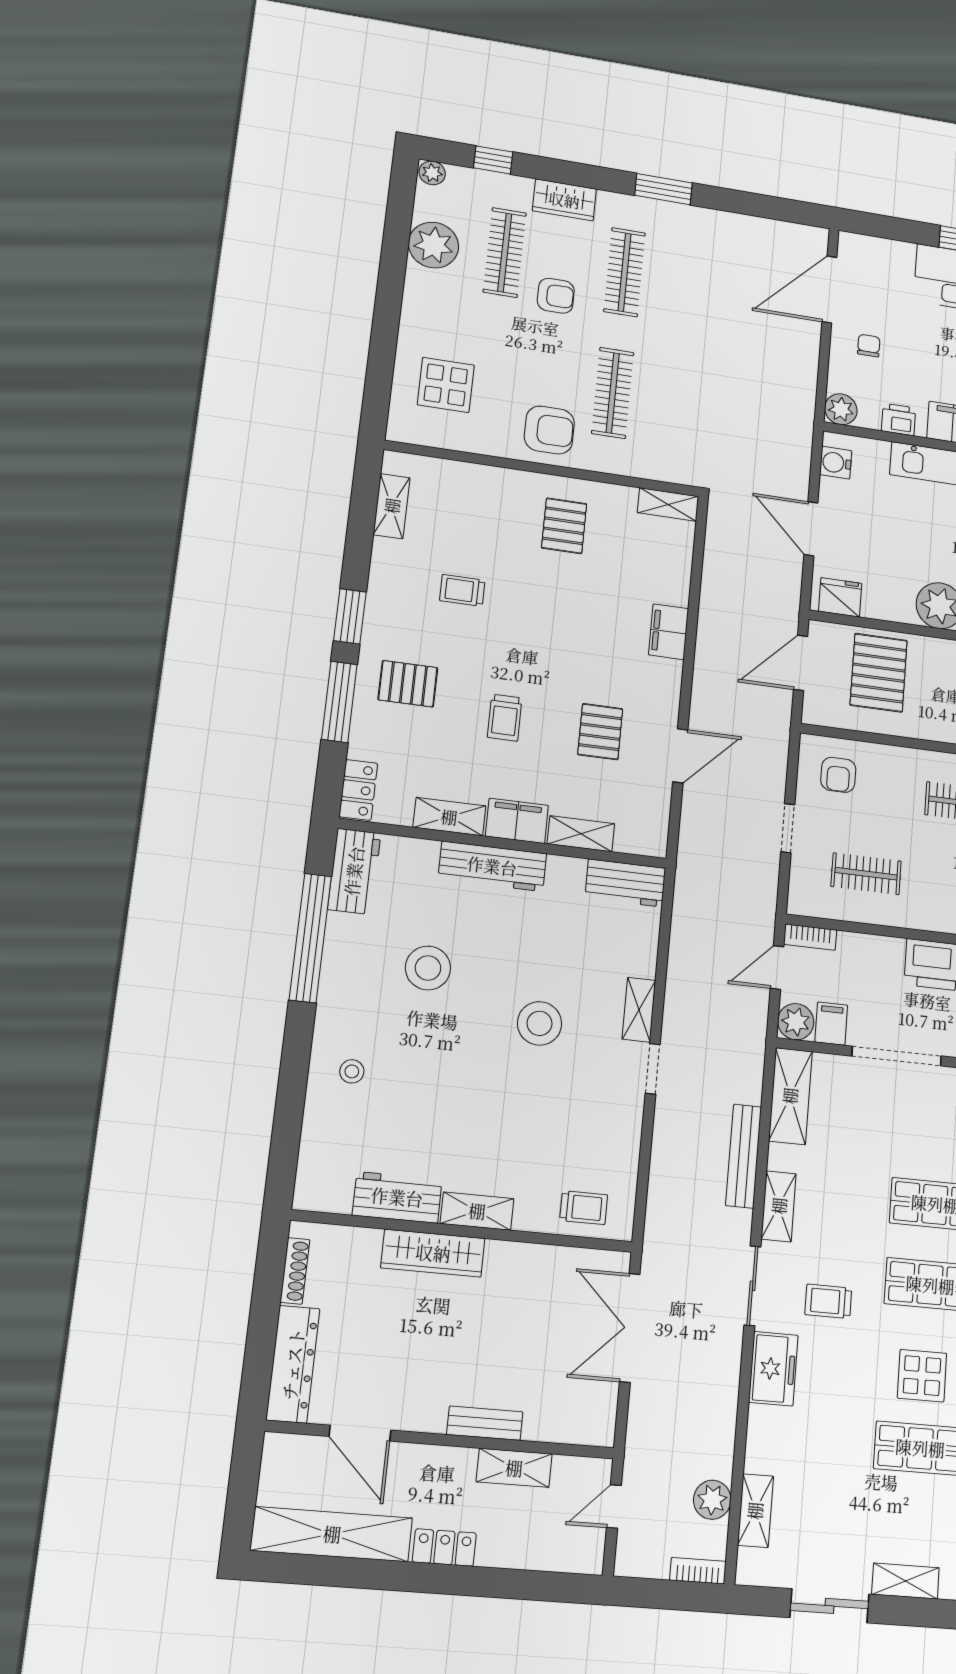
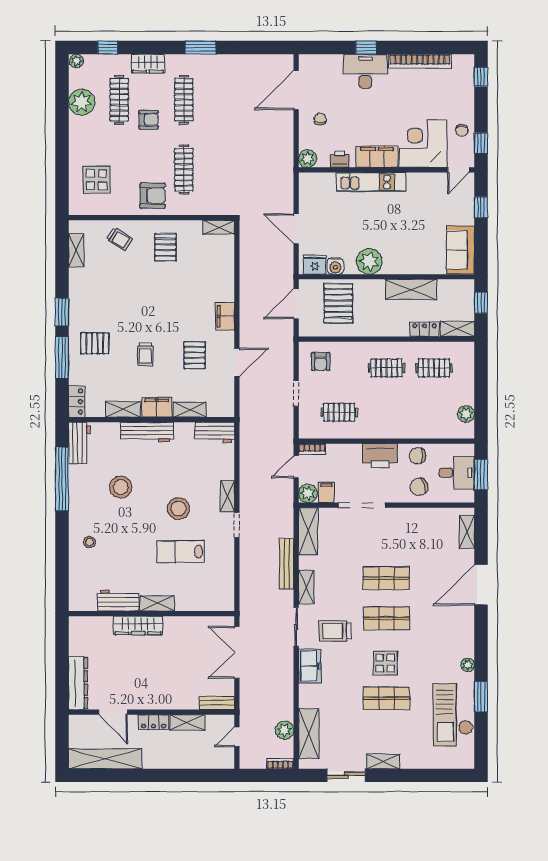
water cooler: (836, 463) -> (335, 266), moved, turned -90
trolley: (462, 590) -> (119, 239), moved, turned -148
filing cabinet: (669, 632) -> (225, 316), moved
lab bench: (535, 1110) -> (180, 552), added
trolley: (584, 1208) -> (209, 597), removed
shoe rack: (295, 1271) -> (74, 640), removed
trolley: (828, 1301) -> (335, 631), width x1.36, depth x1.39
bench: (485, 1423) -> (217, 703), moved
shelving: (755, 1511) -> (309, 734), width x1.50, depth x1.33
locker: (444, 1548) -> (154, 722), moved, turned 180

